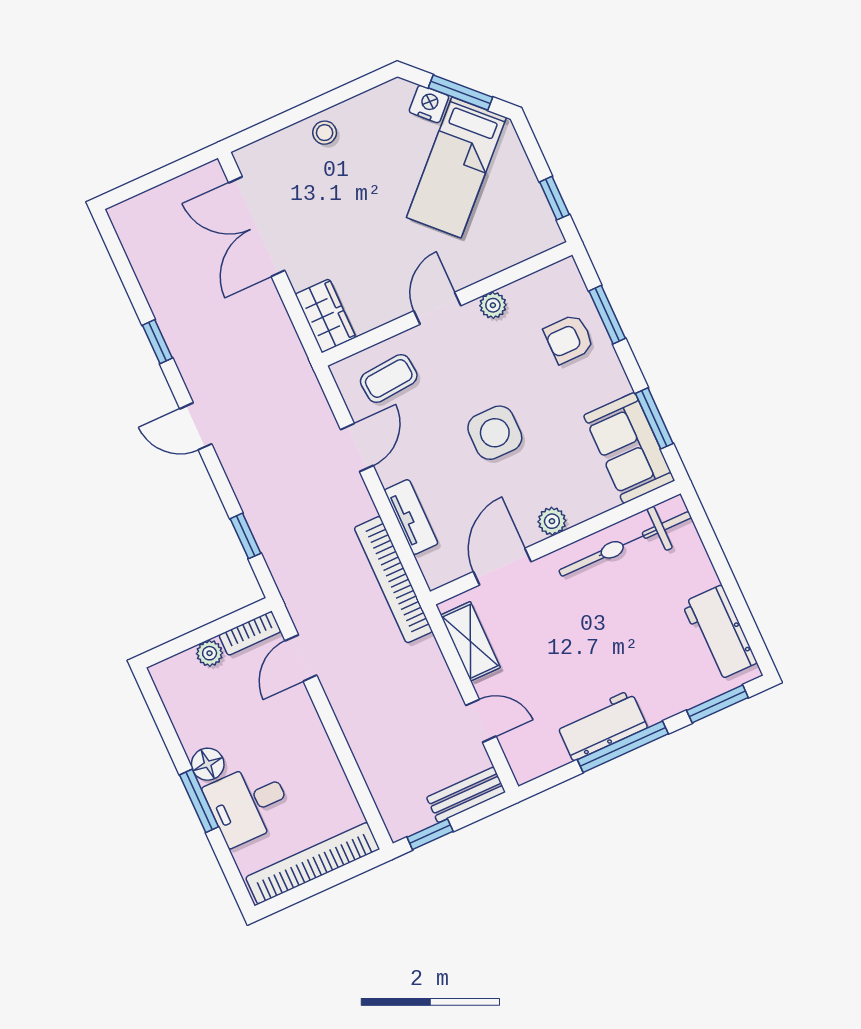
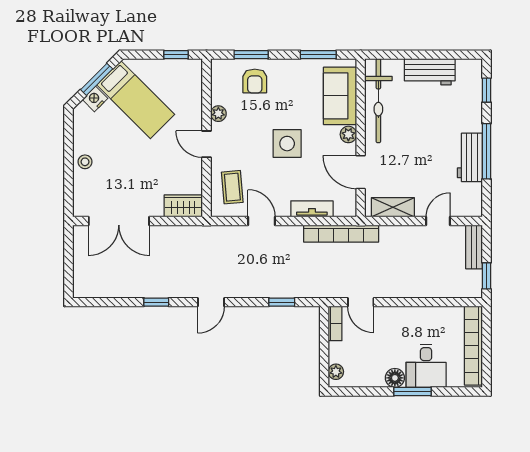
sofa: (629, 448) -> (340, 96), moved, turned 90
workbench: (719, 633) -> (430, 72), moved
plant: (210, 653) -> (336, 372), moved
window: (717, 704) -> (486, 90), width x0.67

